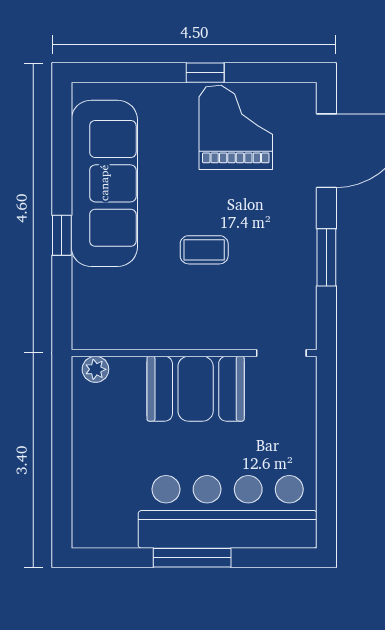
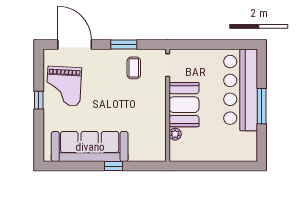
grand piano: (236, 127) -> (64, 86), turned -87
coffee table: (204, 250) -> (134, 68), moved
plant: (95, 369) -> (175, 134), moved

